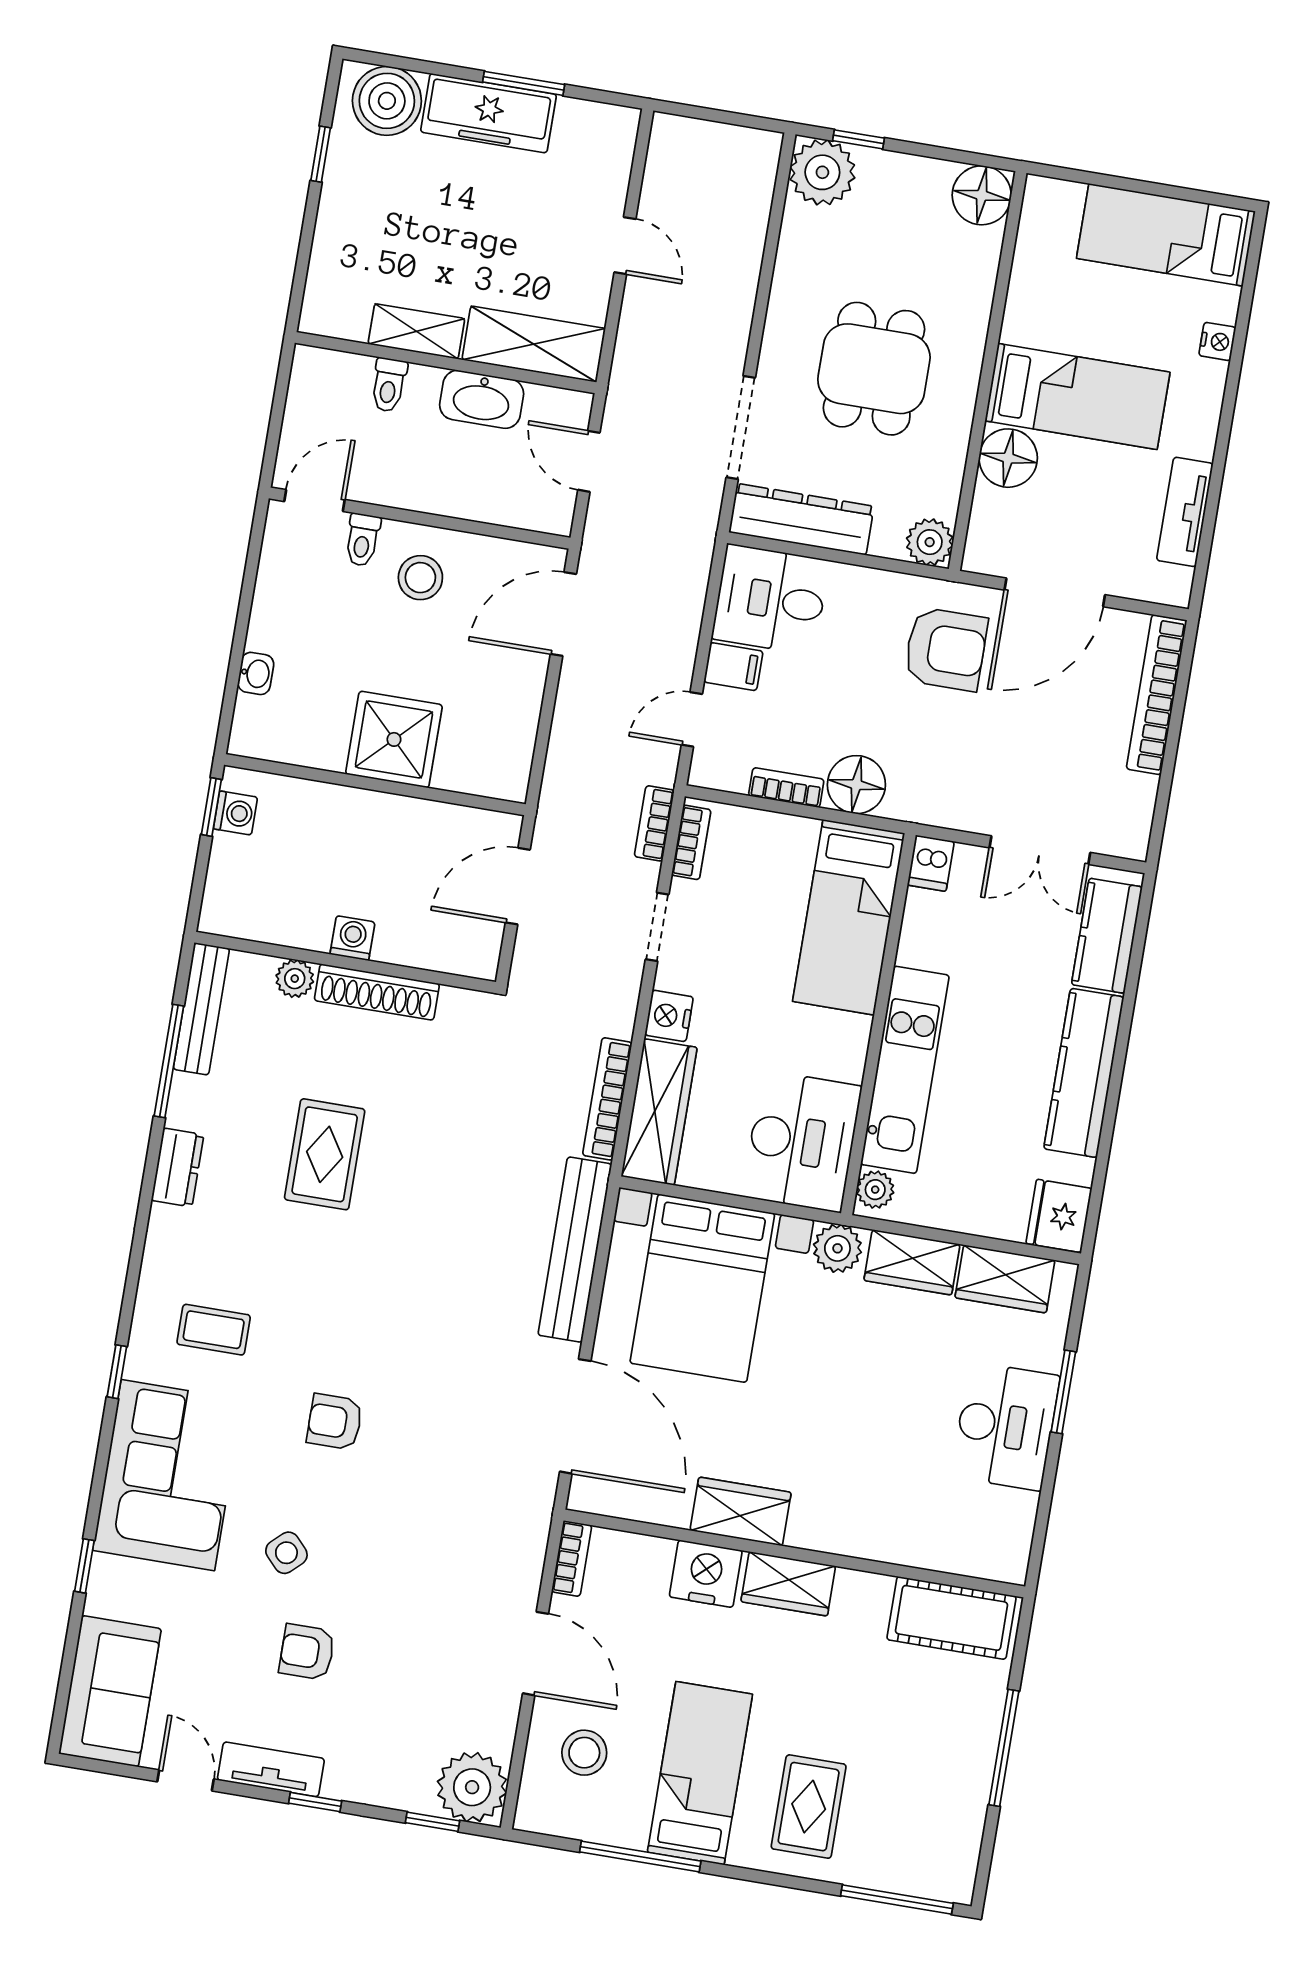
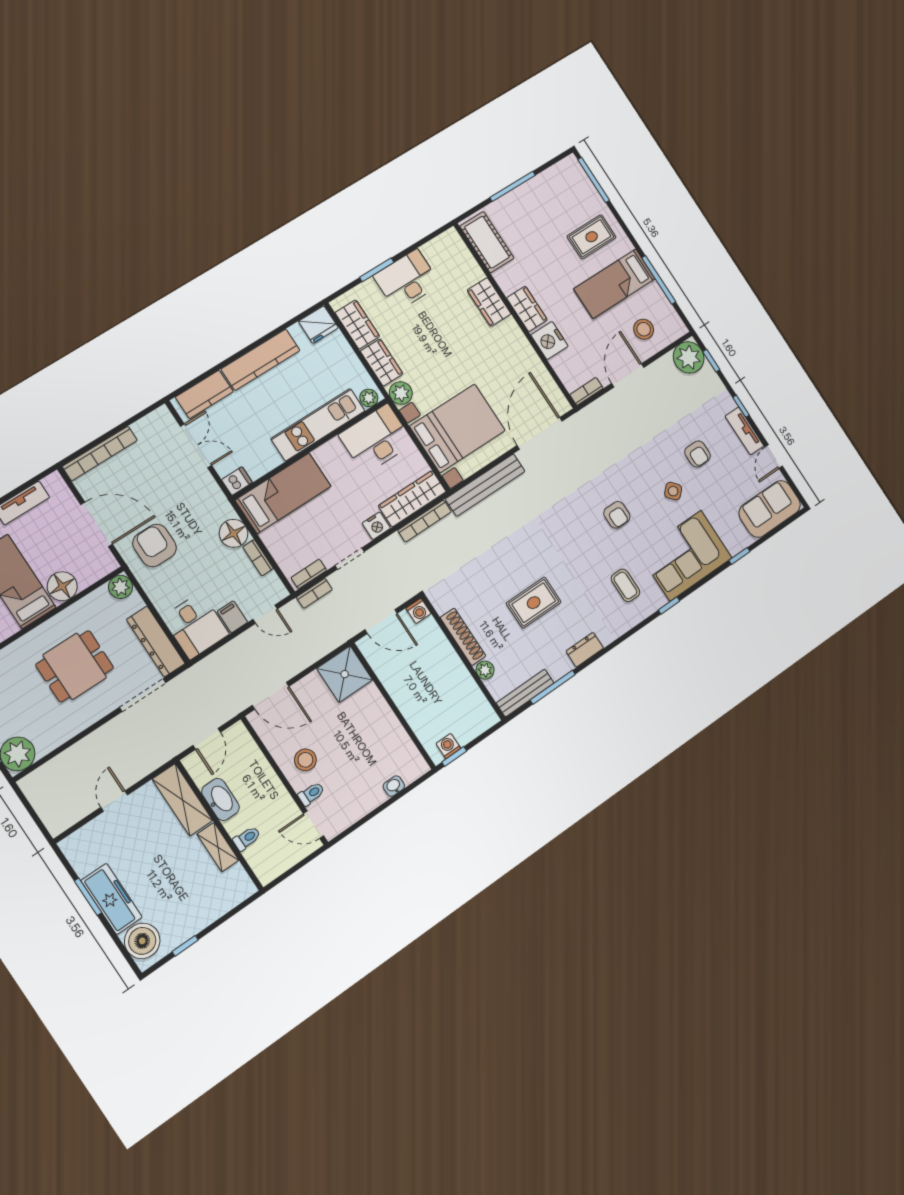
shower: (394, 739) -> (345, 674), moved
washing machine: (352, 938) -> (418, 611), moved, turned -90
wardrobe: (741, 1511) -> (489, 302), moved

